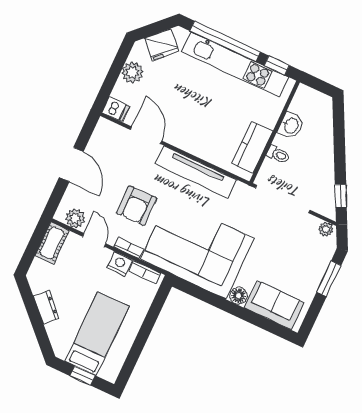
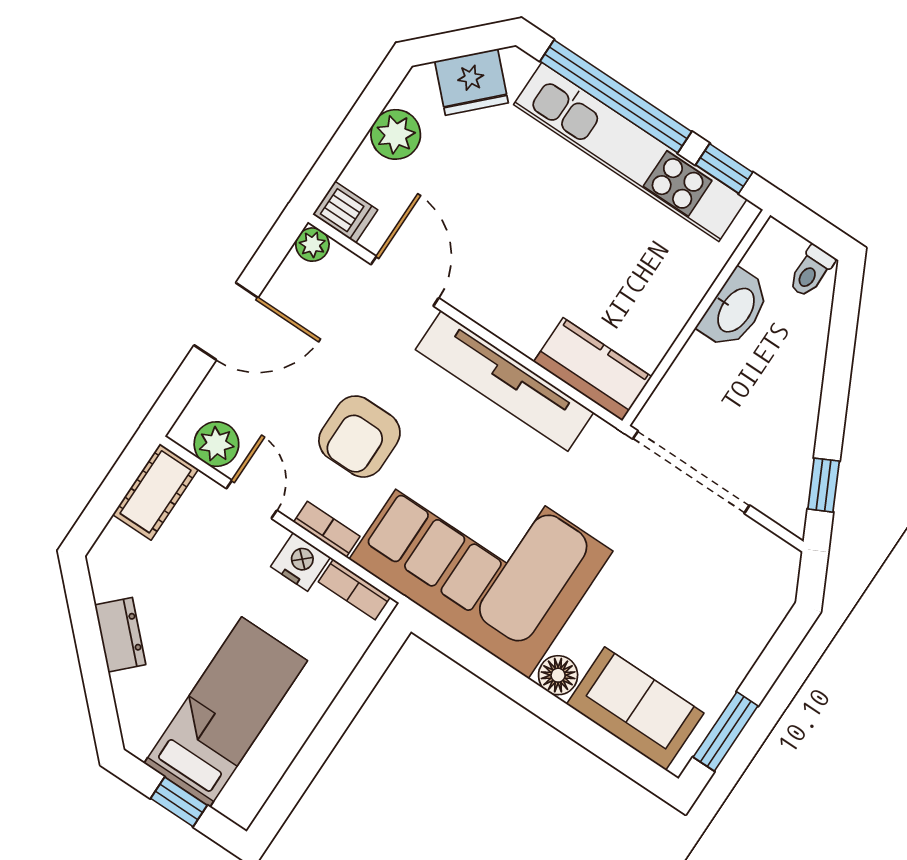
washbasin: (291, 126) -> (735, 309), width x1.38
kitchen counter: (253, 147) -> (593, 369), moved, turned 90
toilet: (278, 155) -> (811, 271), moved, turned 90
door: (71, 164) -> (226, 321), hinge flipped
plant: (326, 229) -> (312, 245), moved
window: (329, 279) -> (726, 732), moved

